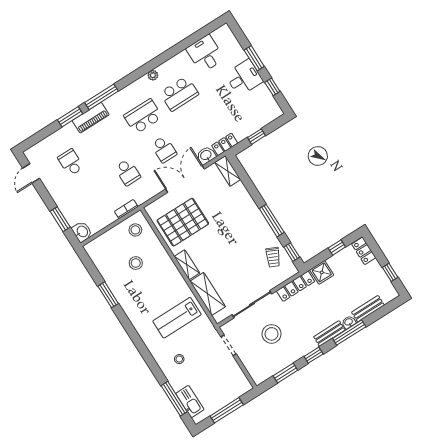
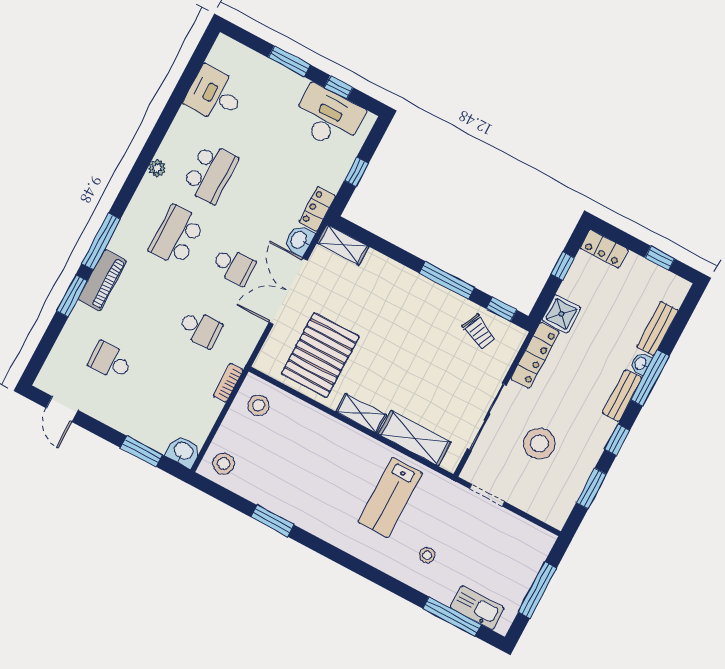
desk: (244, 78) -> (328, 117), moved, width x1.37
stool: (136, 263) -> (224, 464), moved

